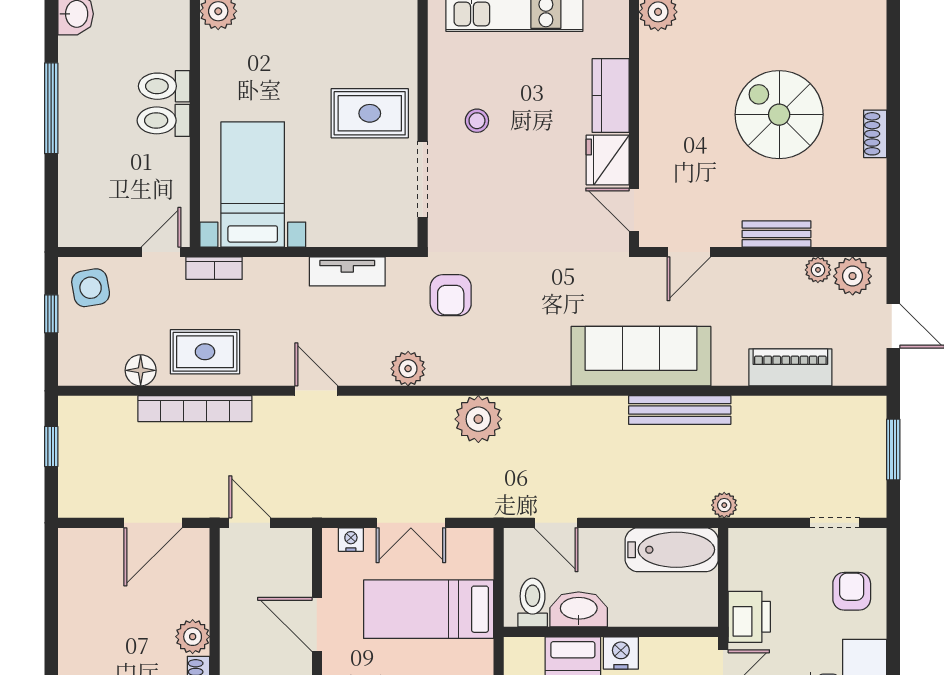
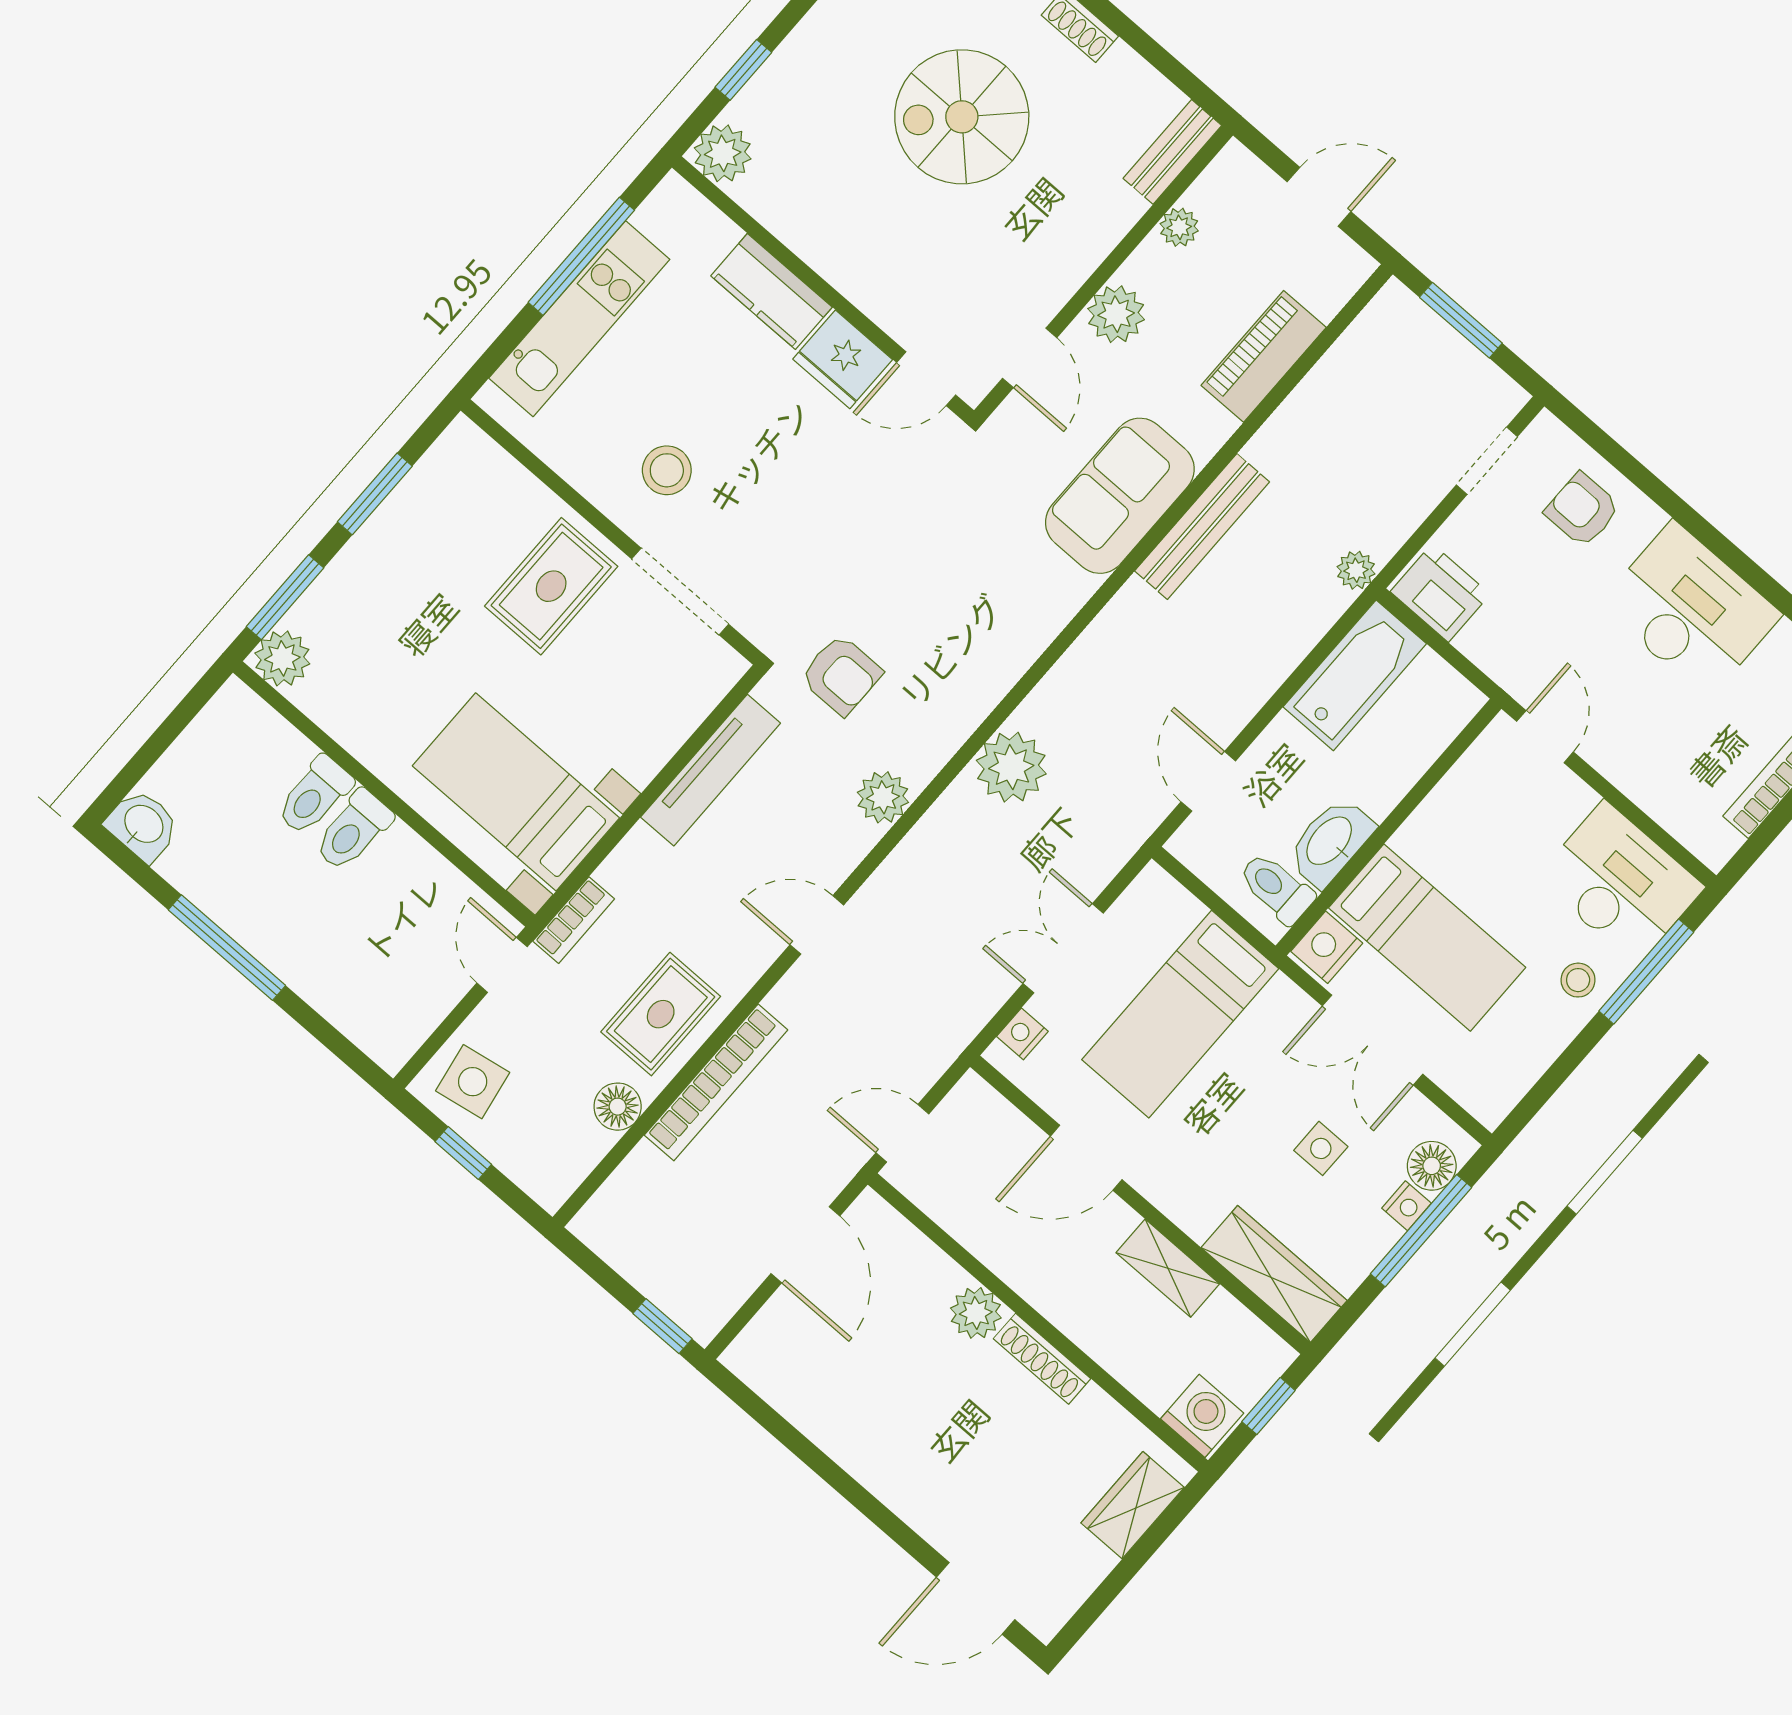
stool: (477, 121) -> (667, 470), width x1.37, depth x1.37
bench: (777, 234) -> (1172, 152), moved
tv unit: (347, 271) -> (711, 770), width x1.41
plant: (853, 276) -> (1116, 314), moved
sofa: (641, 356) -> (1120, 496), width x0.73
window: (51, 446) -> (662, 1326), moved
double door: (411, 523) -> (1063, 948), swing flipped
door: (556, 523) -> (1208, 781), swing flipped
printer: (749, 617) -> (1440, 593), moved
nightstand: (621, 653) -> (1327, 947), moved

